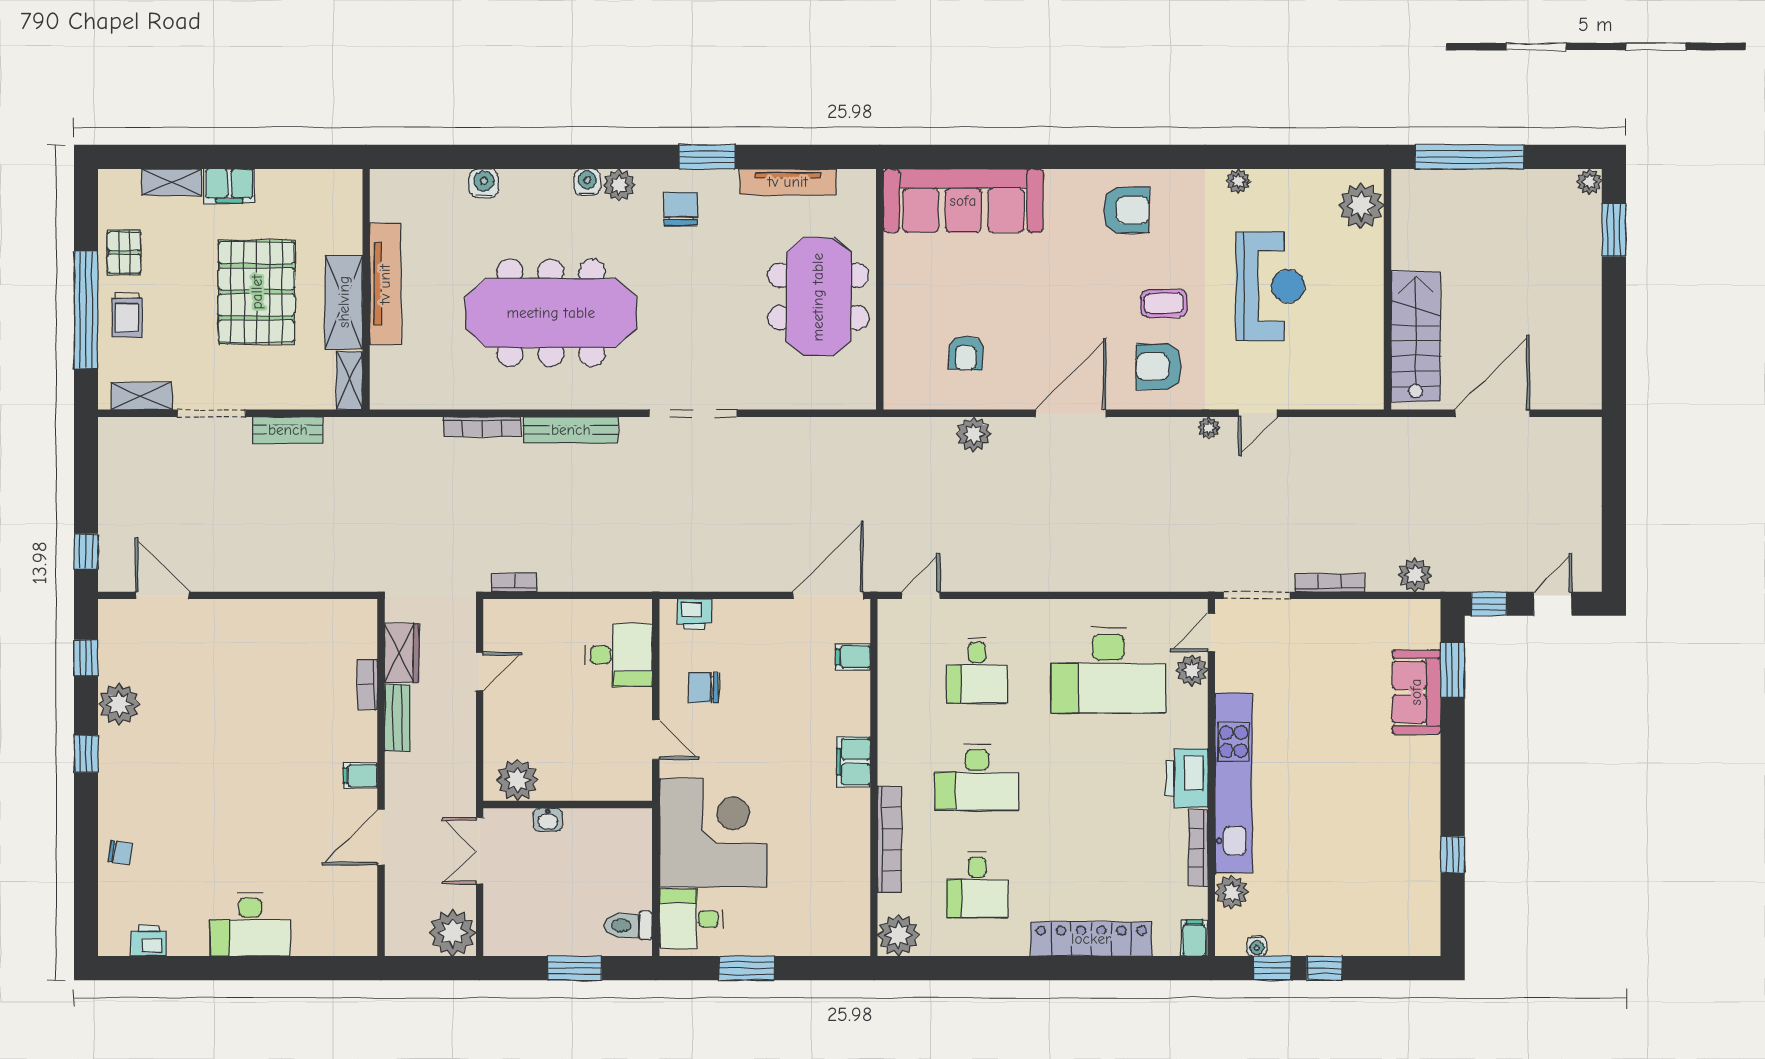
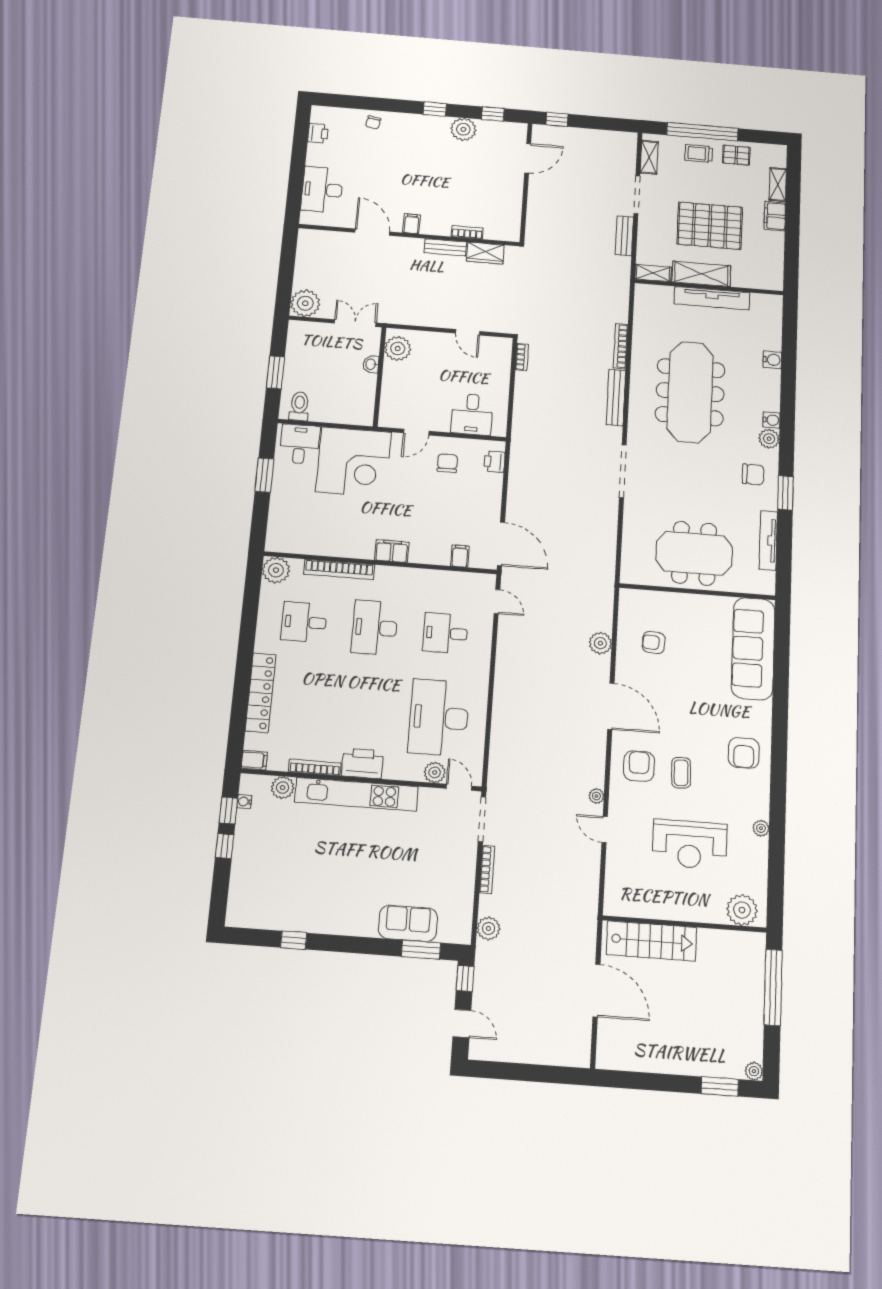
wardrobe: (402, 653) -> (485, 253), moved
bookcase: (367, 685) -> (467, 232), moved
bench: (397, 718) -> (445, 247), moved
filing cabinet: (360, 776) -> (411, 224), moved
wall: (381, 778) -> (409, 235), moved
door: (381, 837) -> (372, 232), moved

